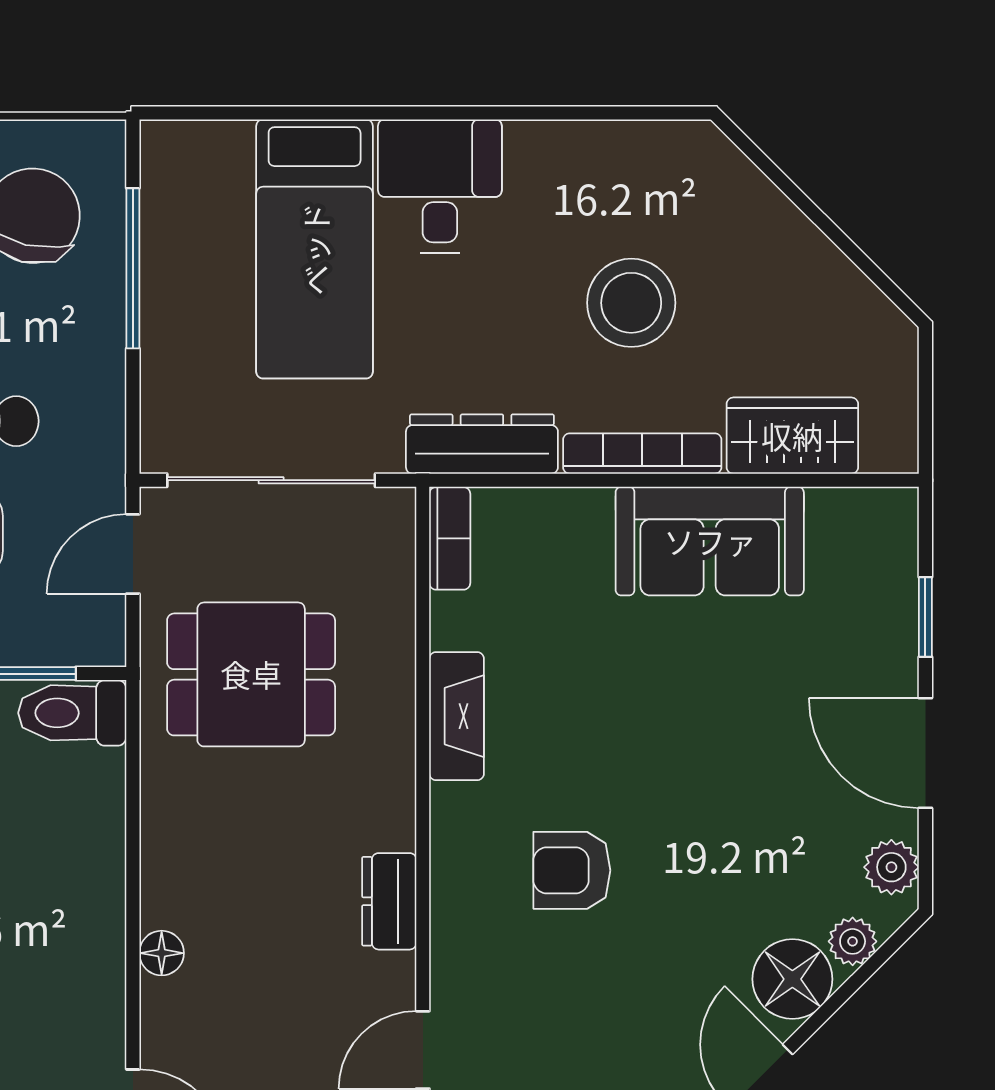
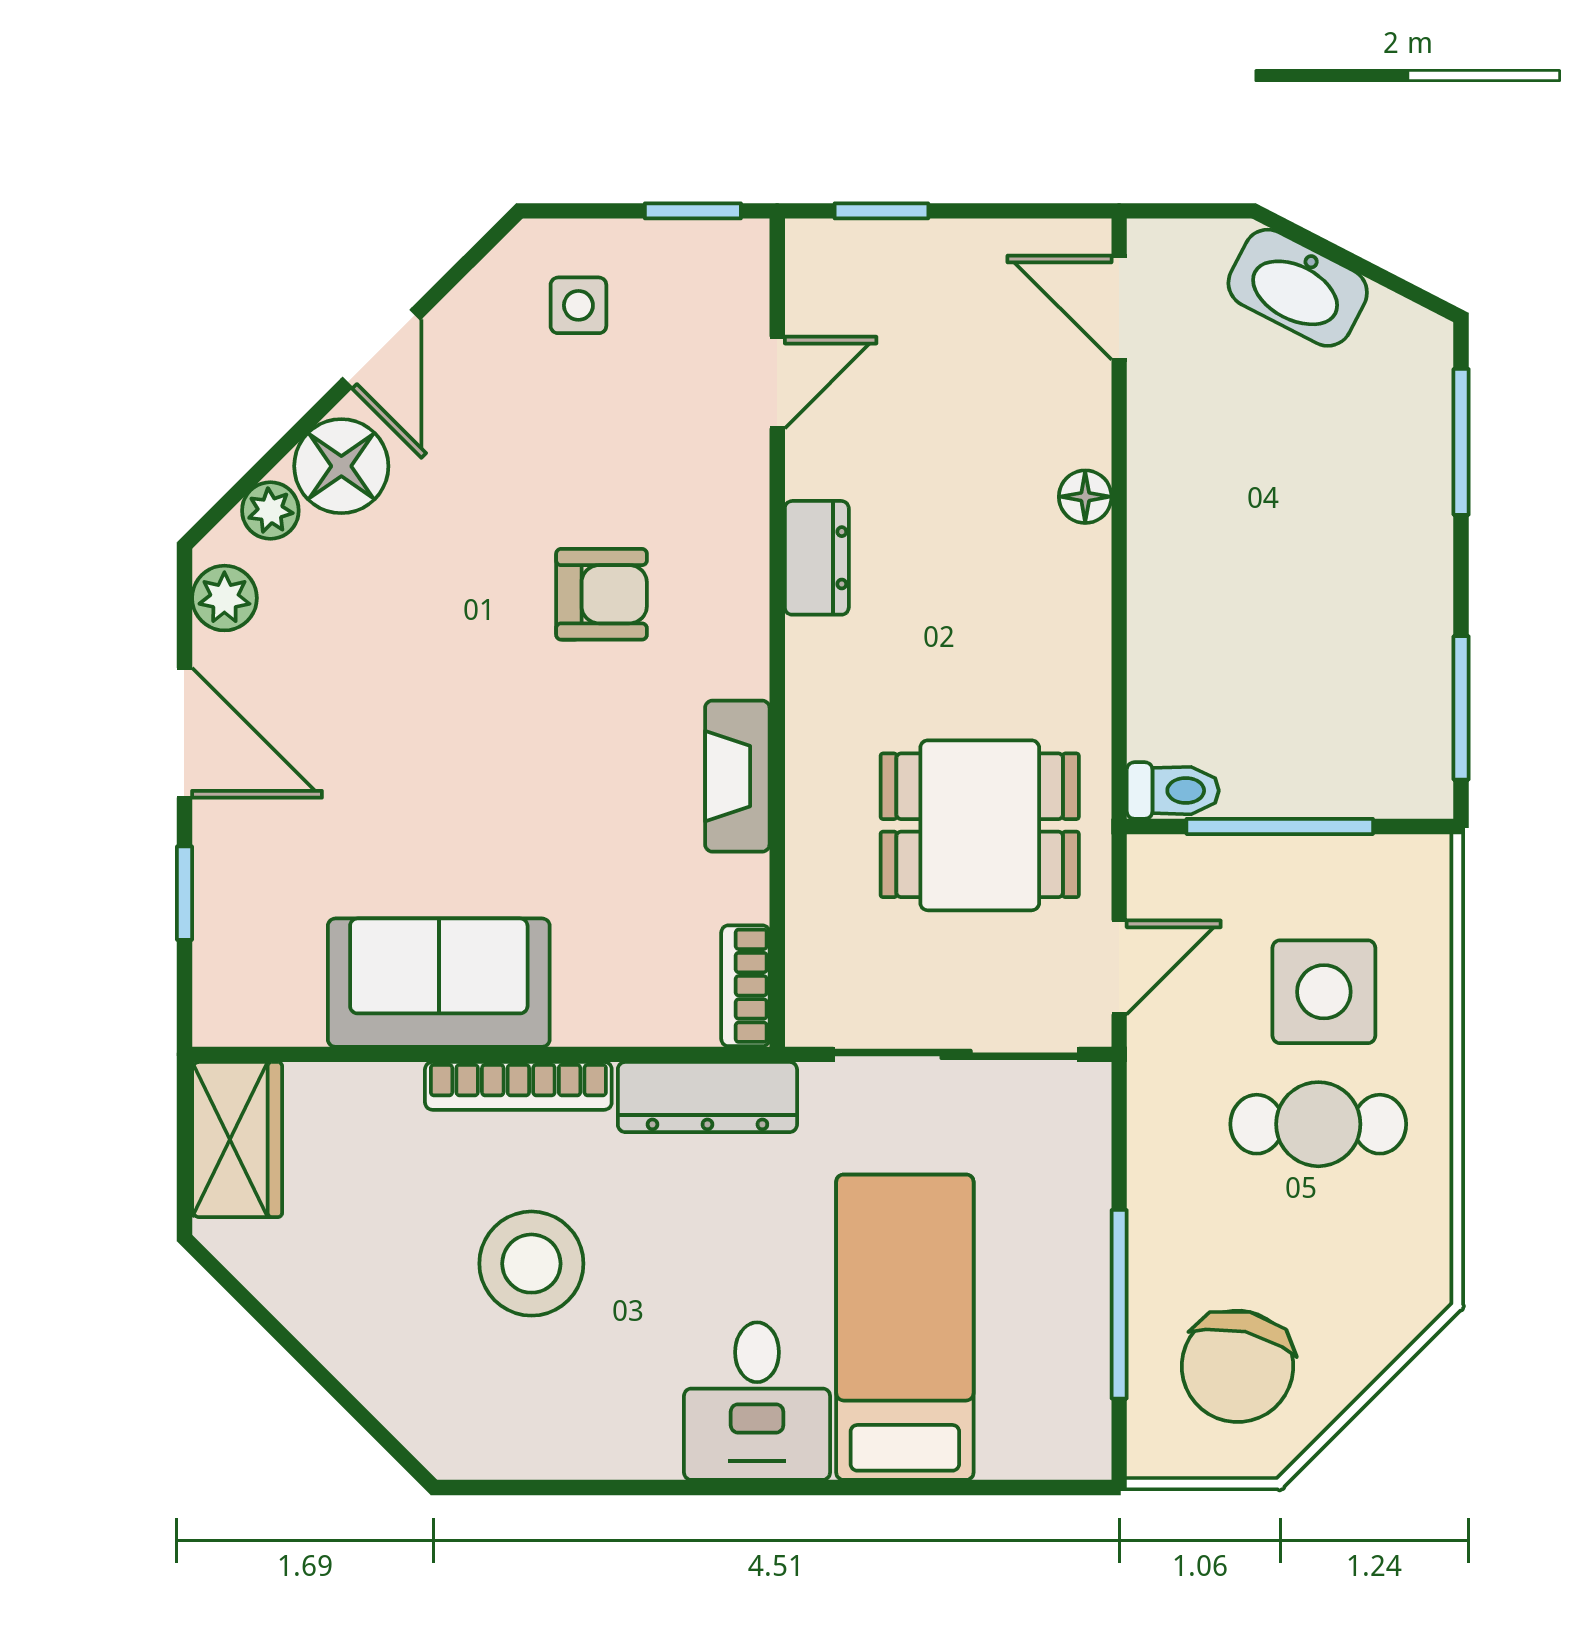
wardrobe: (792, 436) -> (237, 1140), moved, turned -90
toilet: (72, 713) -> (1173, 791), width x0.73, depth x0.72

